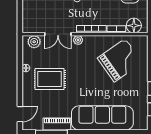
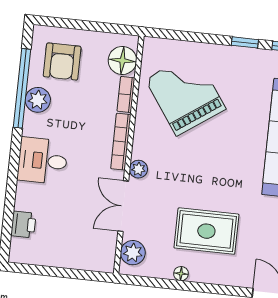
double door: (58, 34) -> (123, 206), swing flipped
rug: (50, 79) -> (206, 231), turned 90

